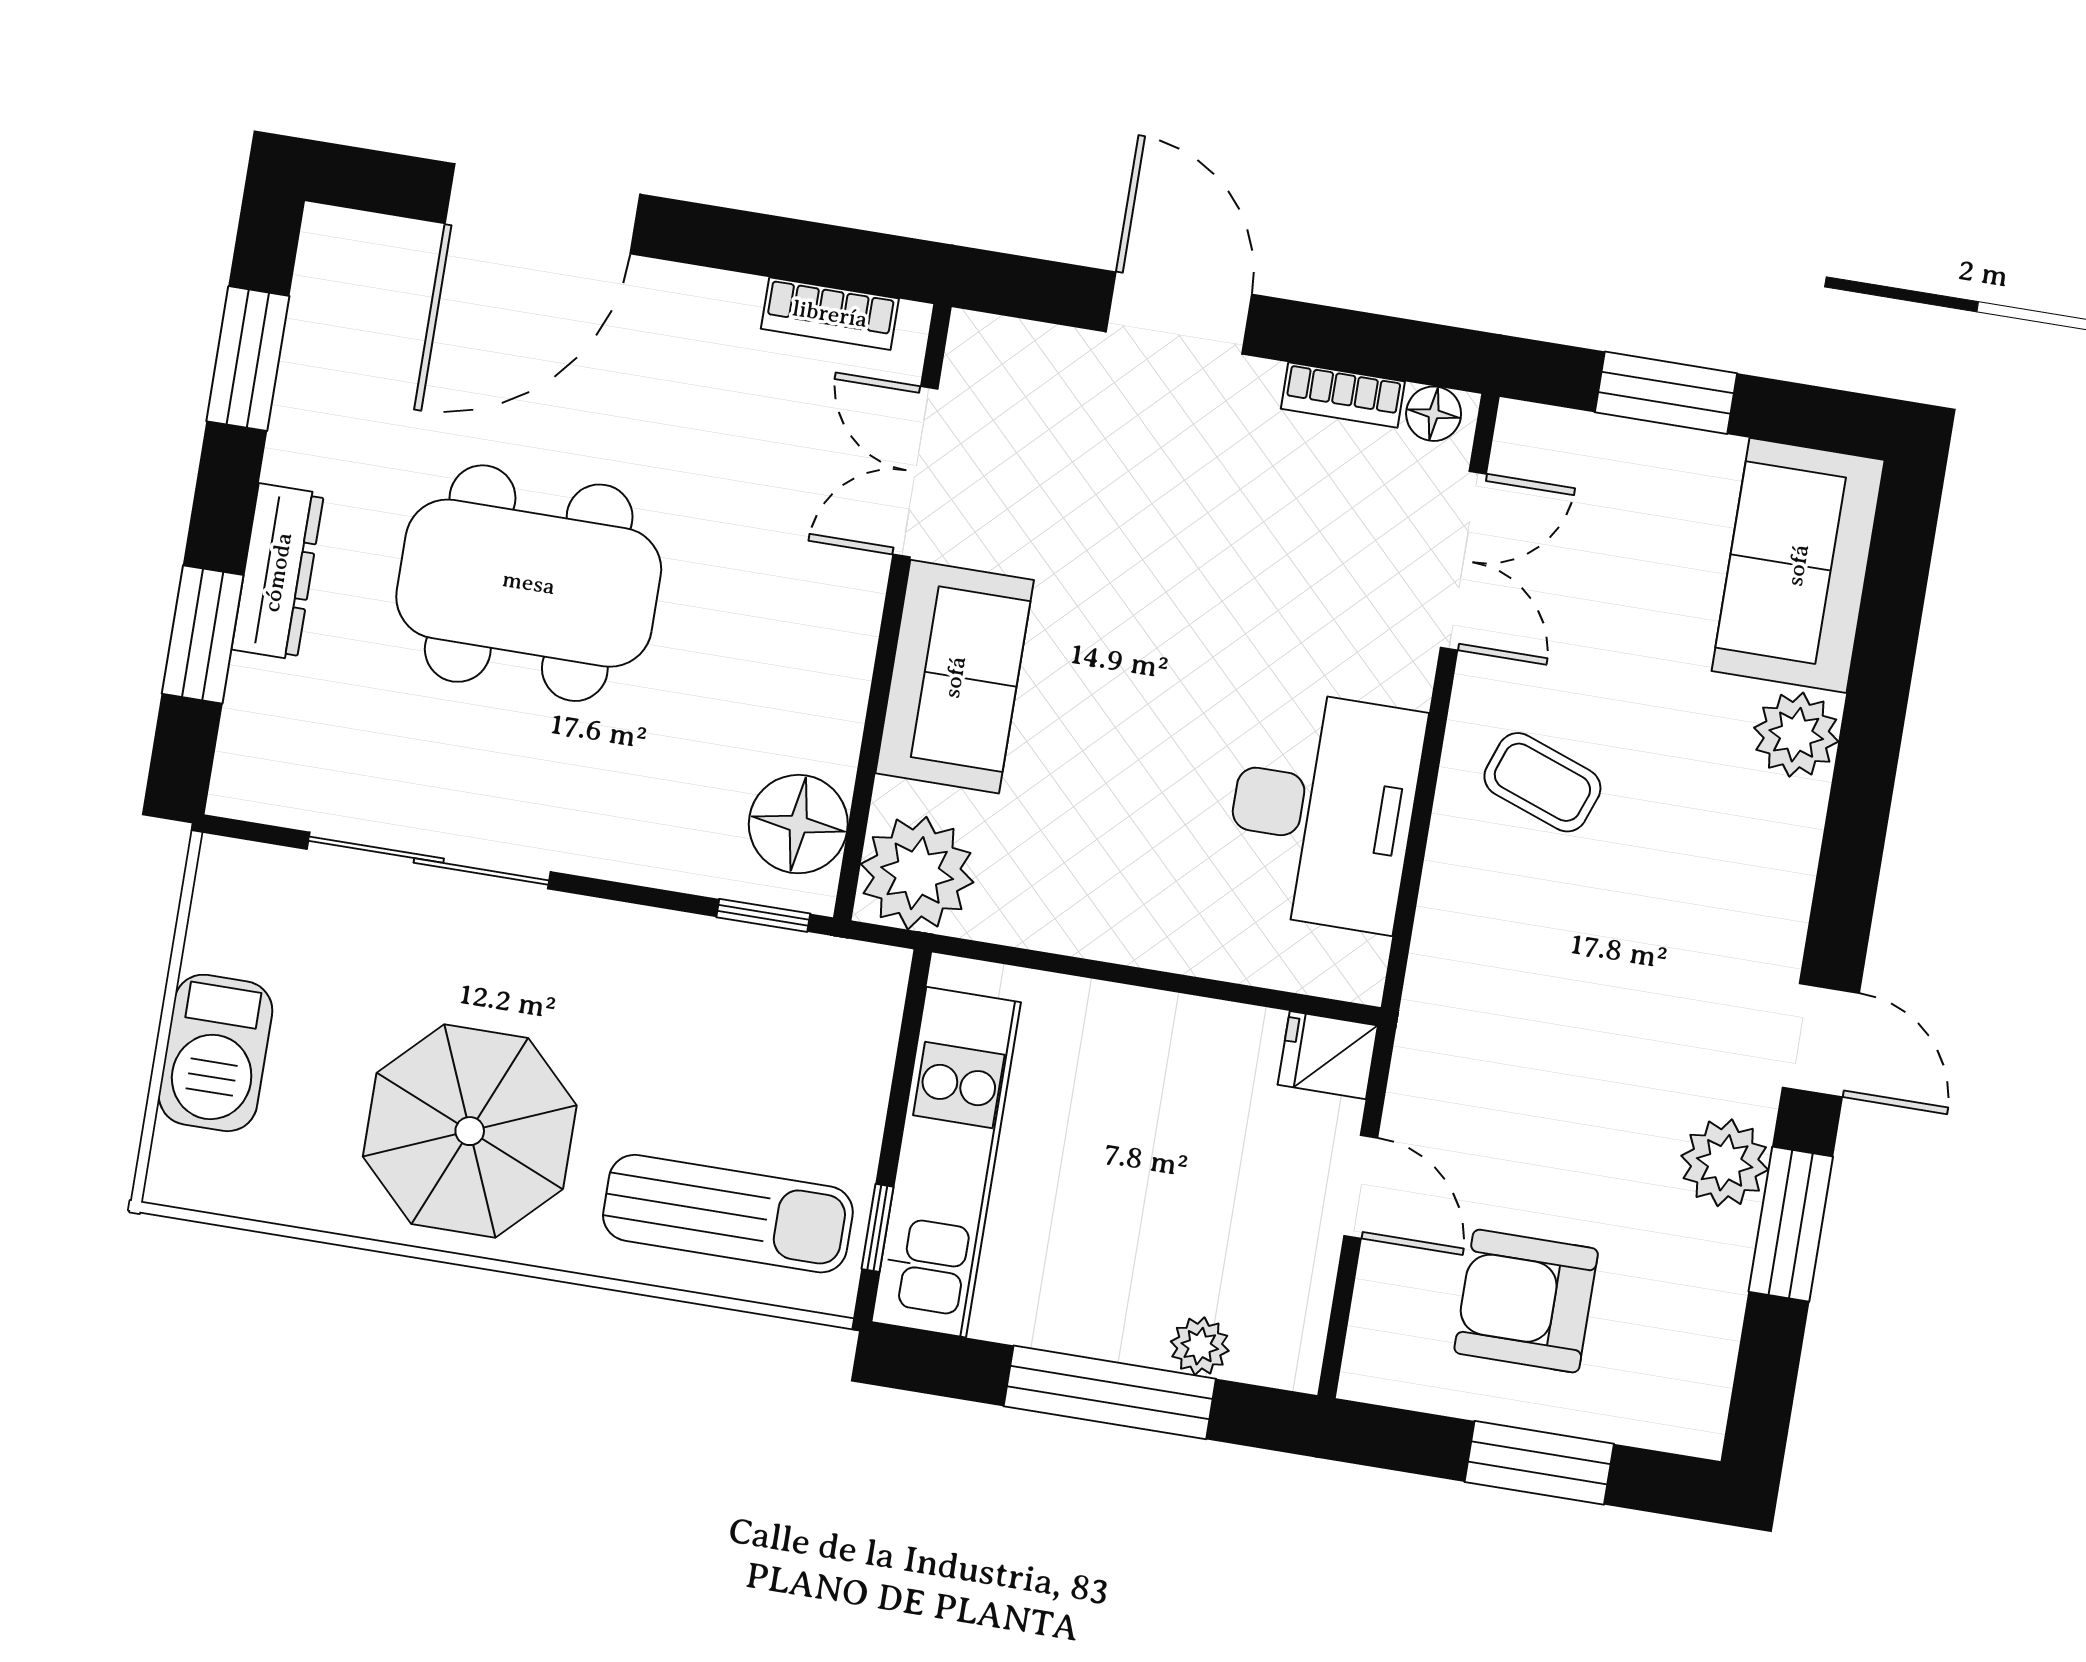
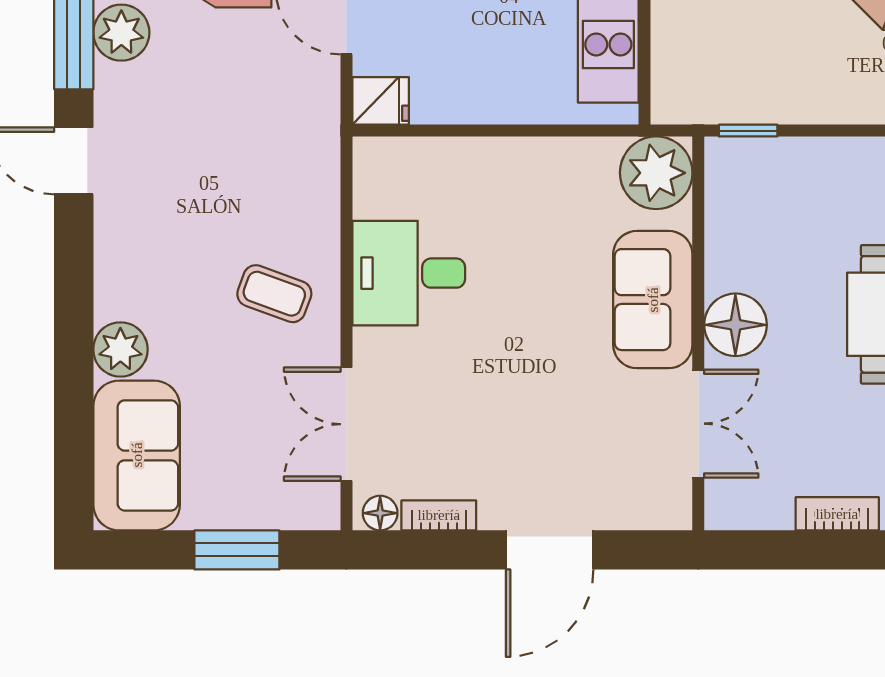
door: (1179, 313) -> (550, 550), hinge flipped
bookcase: (830, 314) -> (837, 514), moved
desk: (1323, 810) -> (409, 273), width x0.73
floor lamp: (798, 824) -> (735, 325), moved
plant: (1725, 1163) -> (121, 33), moved

